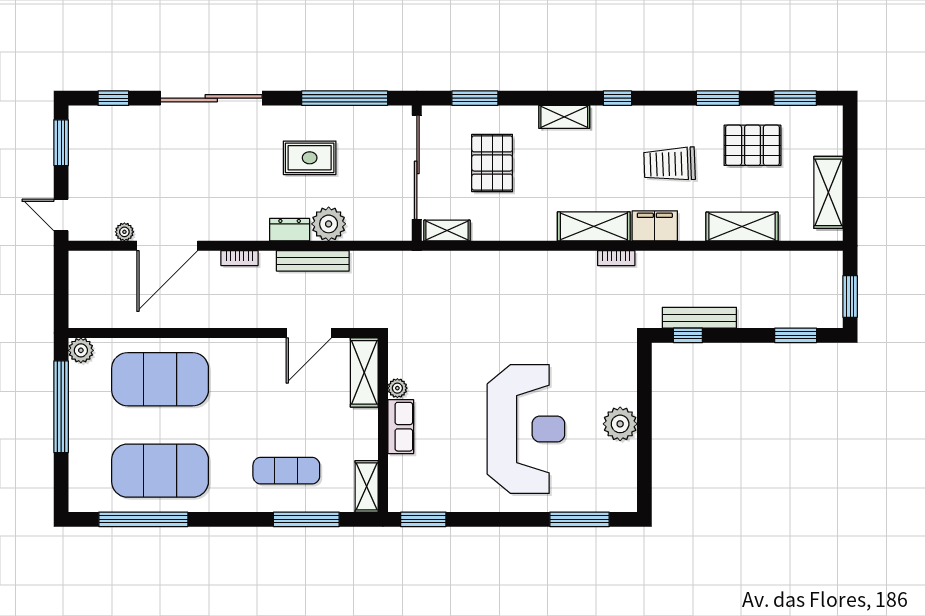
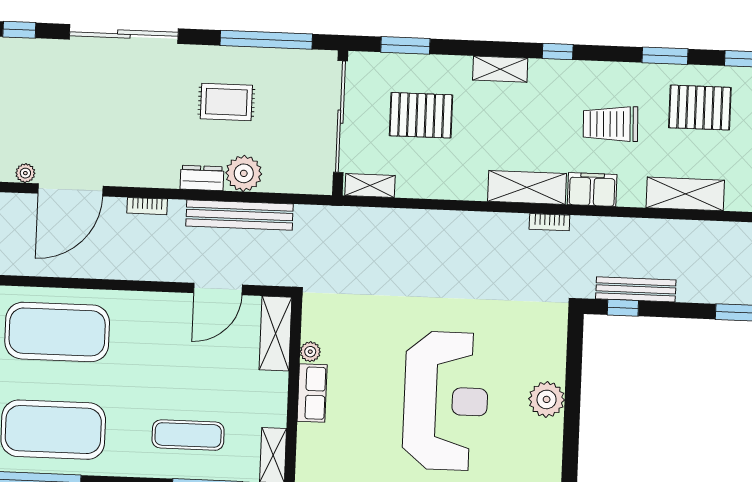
pallet: (492, 163) -> (421, 115), turned 90
bench: (313, 261) -> (240, 215), width x1.37, depth x1.21

